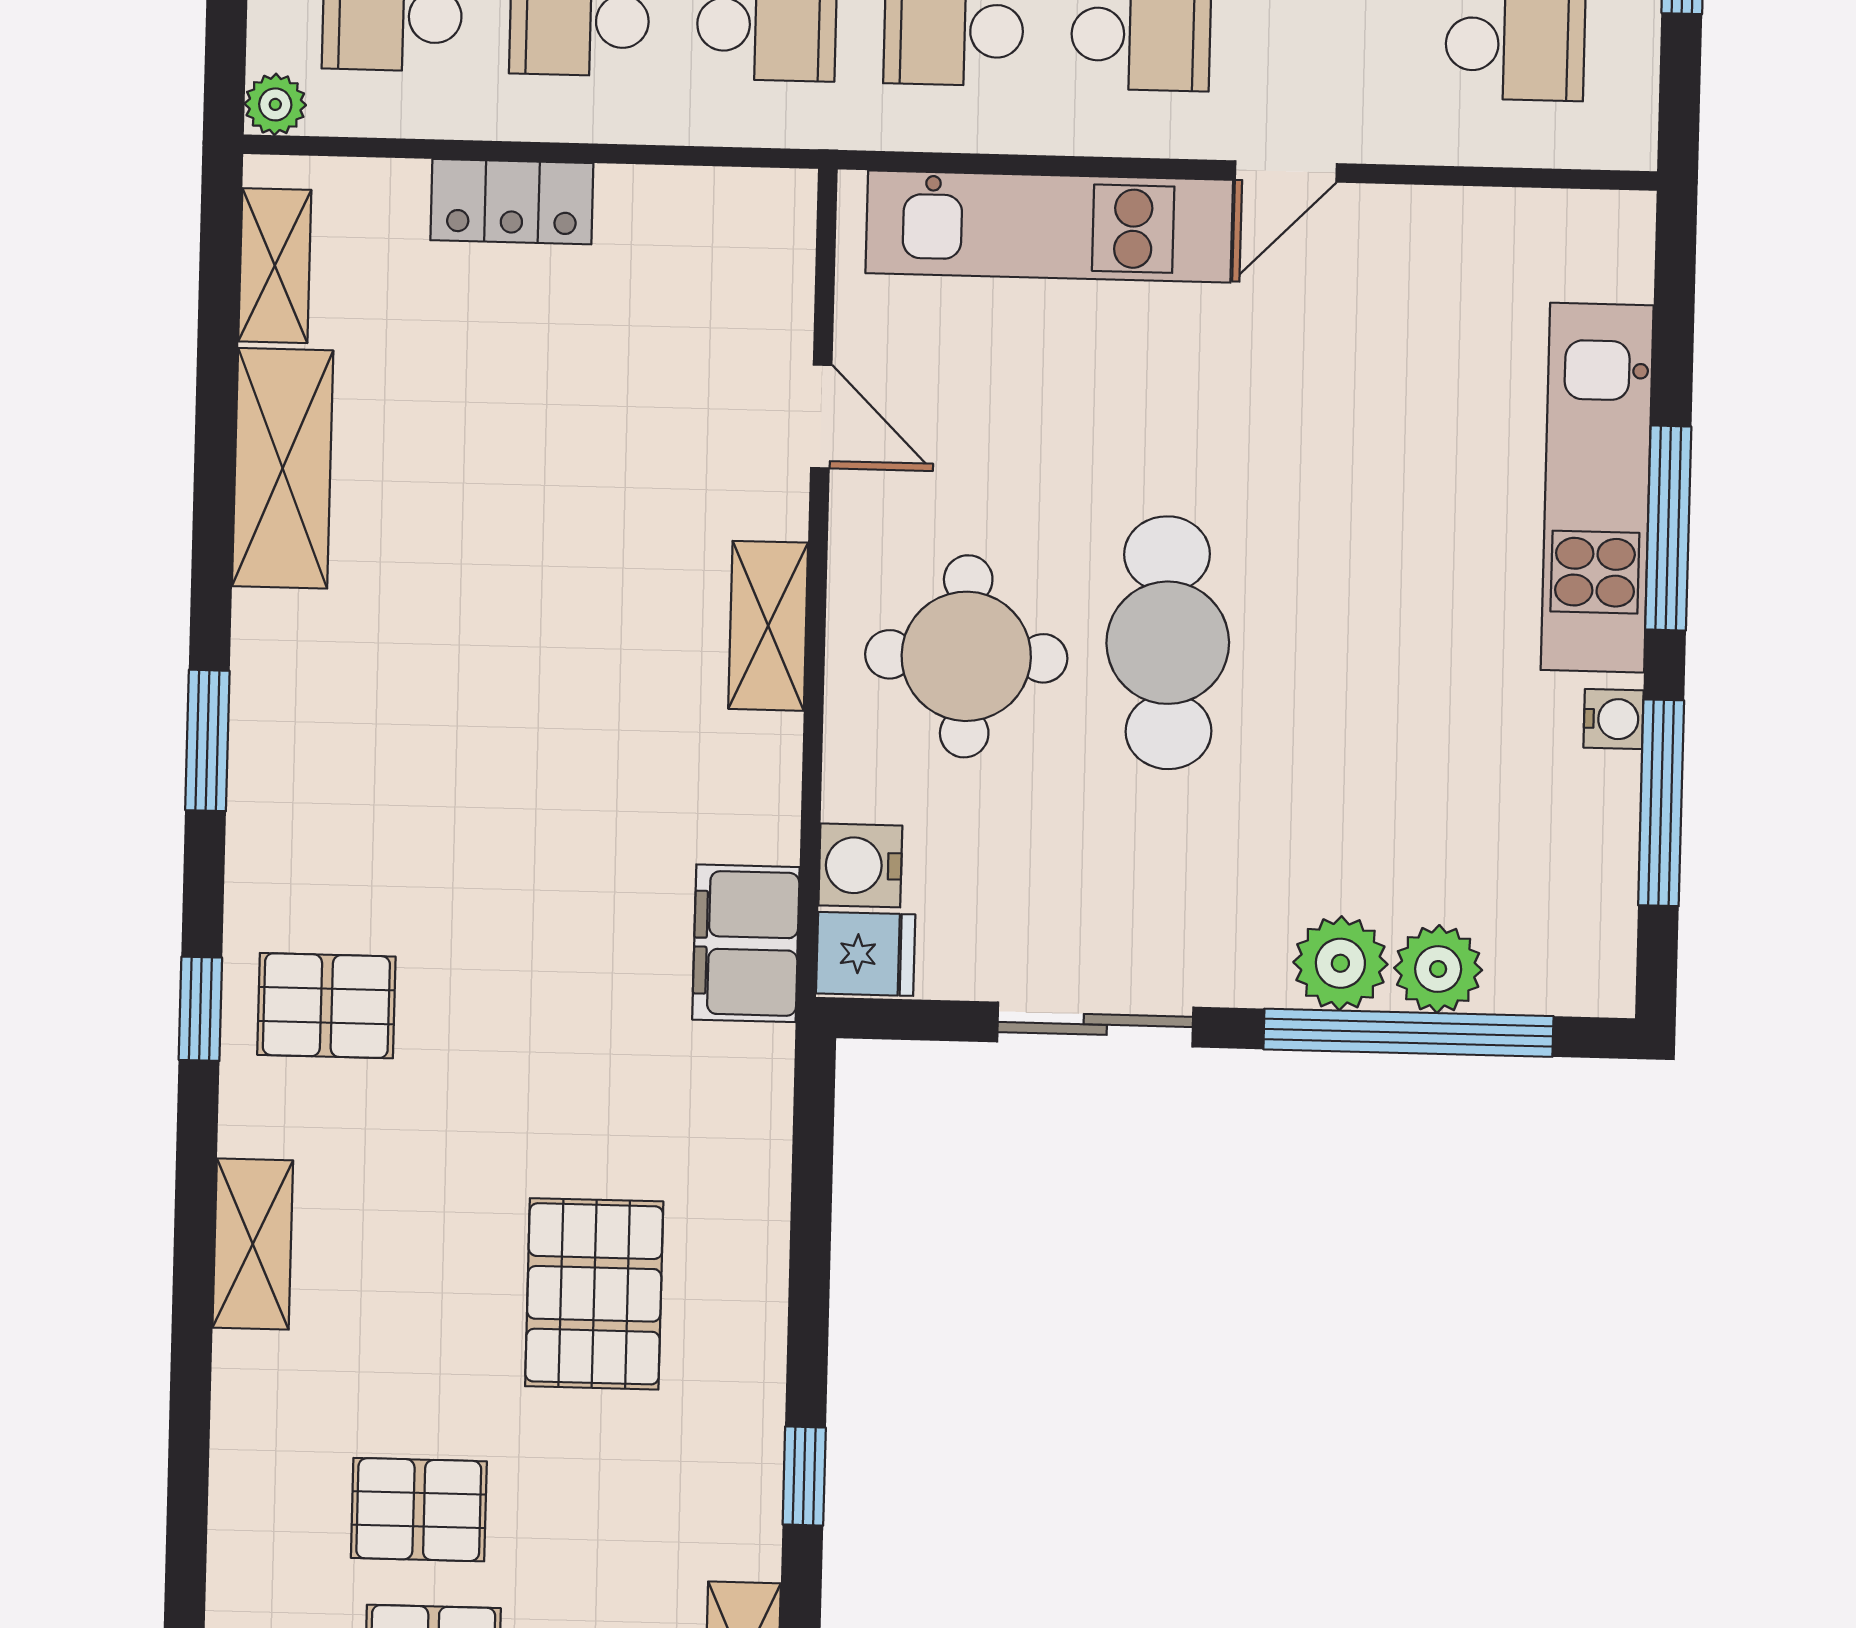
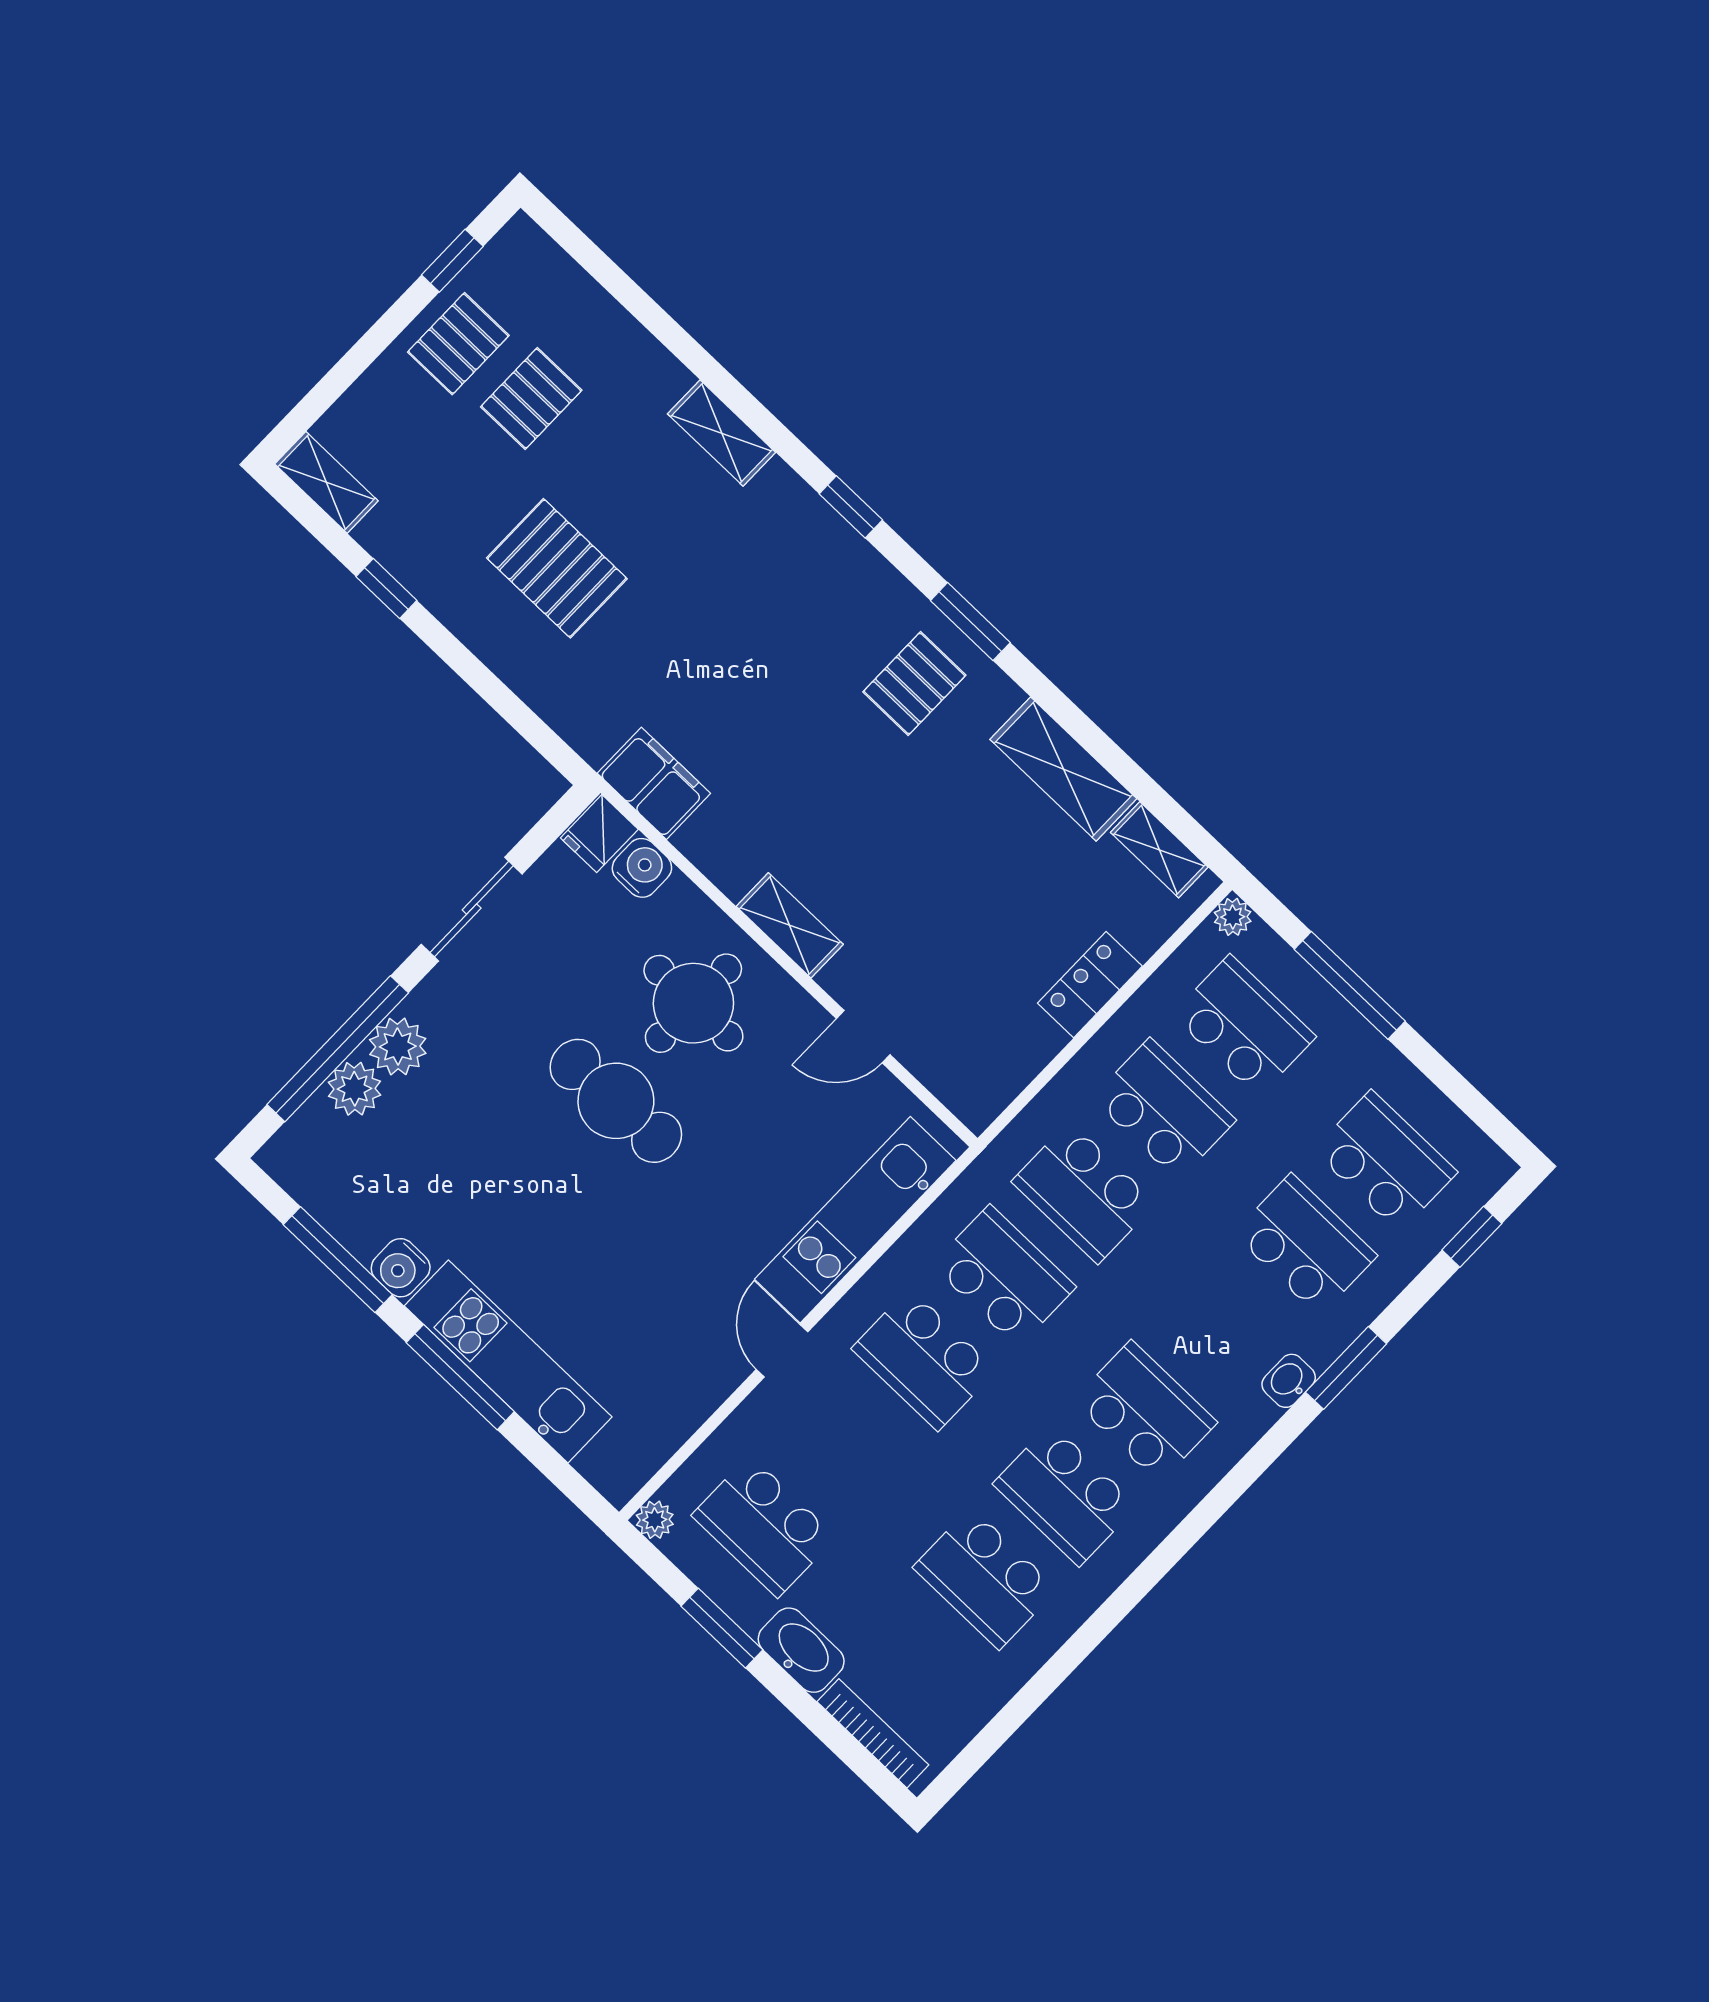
plant: (1627, 140) -> (655, 1520), added
water cooler: (1614, 719) -> (401, 1268), width x1.38, depth x1.38
pallet: (326, 1006) -> (914, 684), moved

